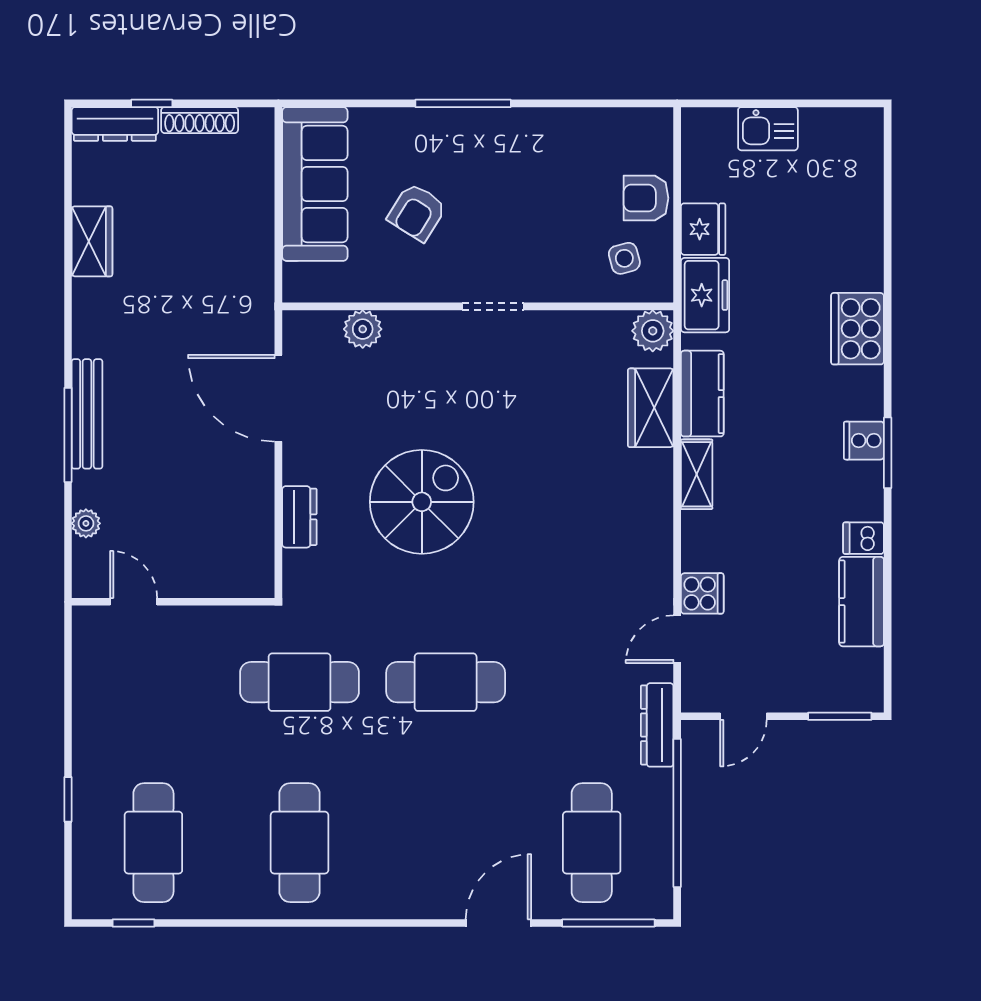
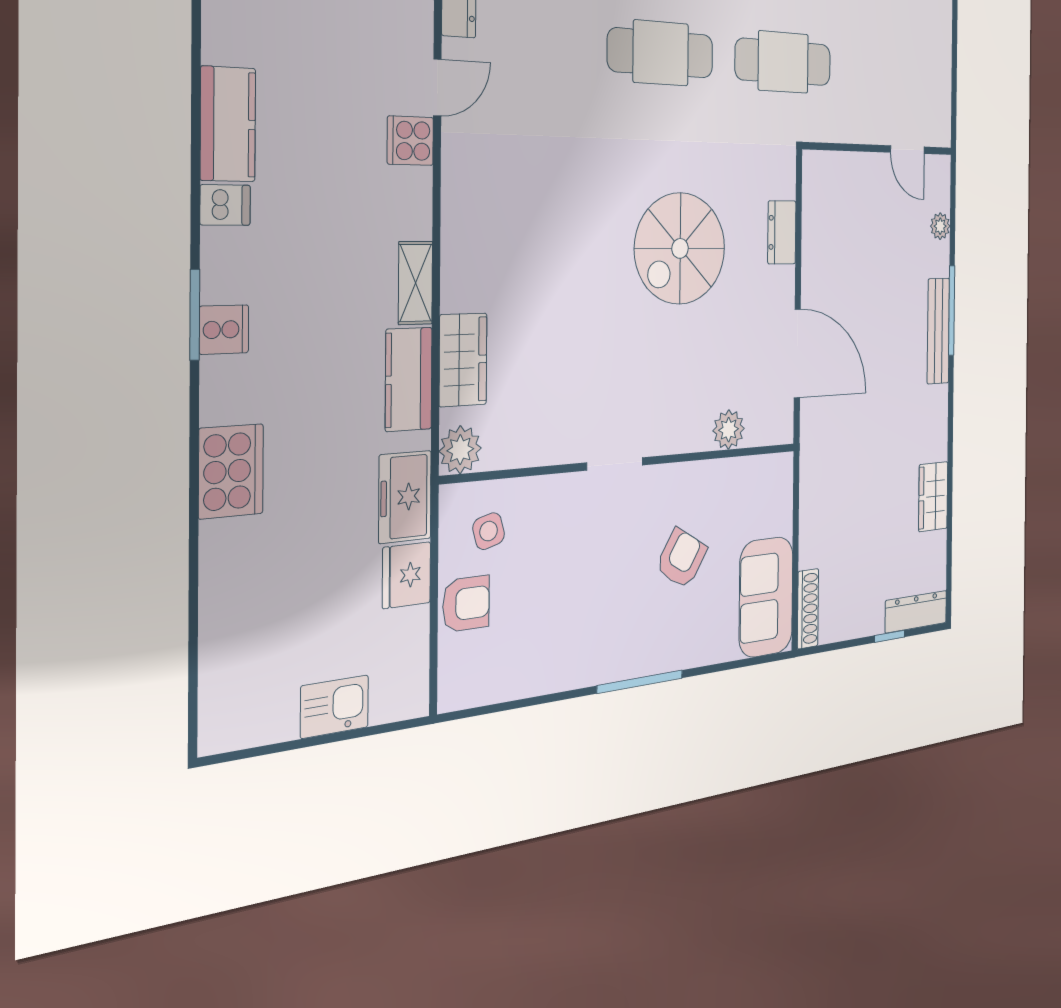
shoe rack: (200, 120) -> (808, 609), moved, turned 90
sofa: (315, 184) -> (766, 597), width x0.73

